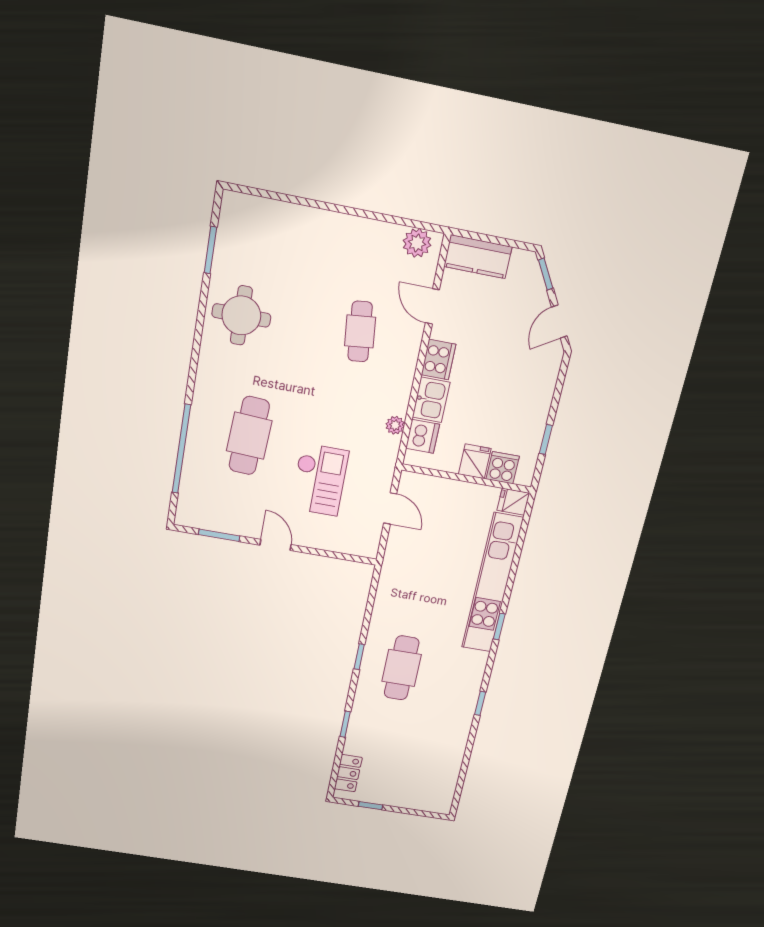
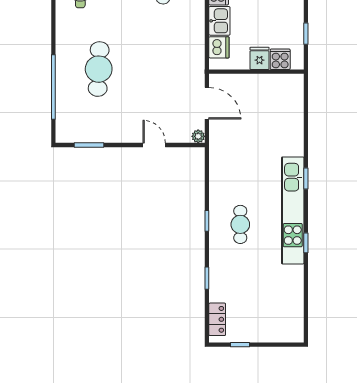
plant: (395, 425) -> (198, 136), moved
checkout: (319, 480) -> (153, 91), removed
fridge: (513, 502) -> (294, 82), removed
door: (390, 509) -> (207, 103), width x1.38
door: (276, 545) -> (154, 145), moved
kitchen unit: (492, 583) -> (293, 210), moved
cafe table: (402, 668) -> (240, 224), width x0.73, depth x0.74

